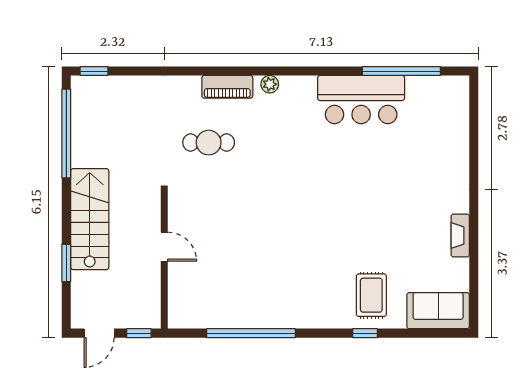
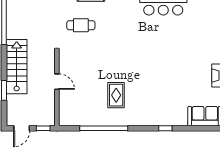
rug: (371, 295) -> (116, 95), moved

